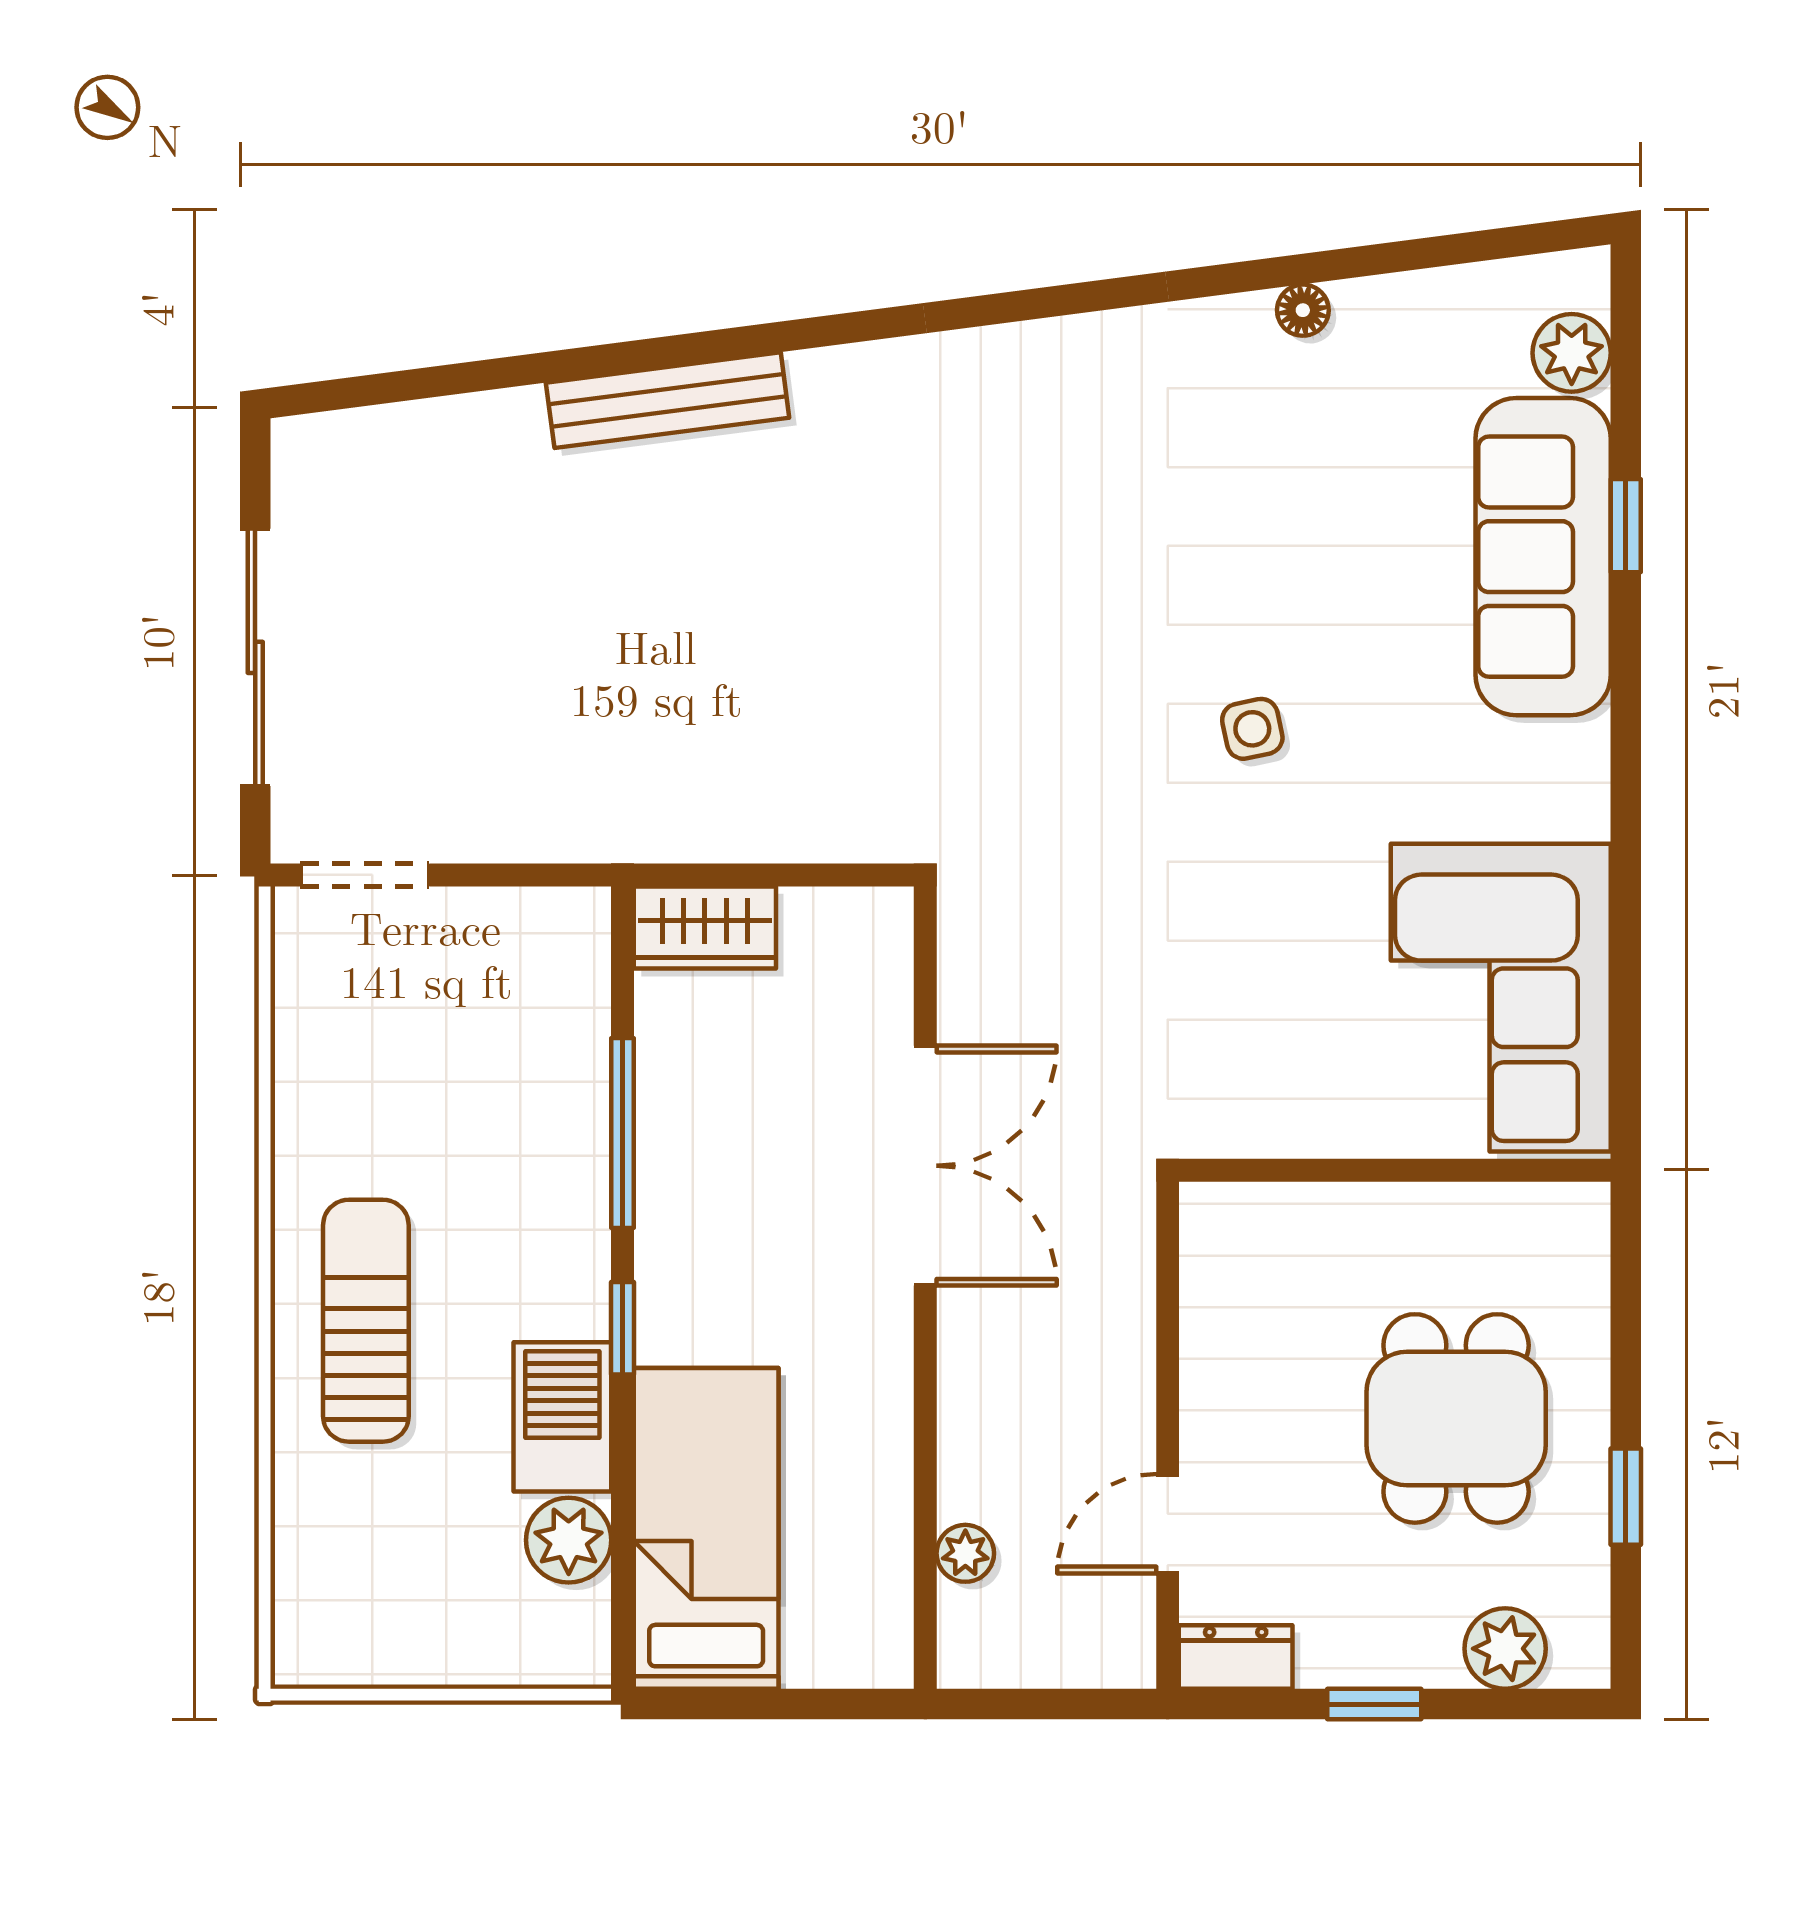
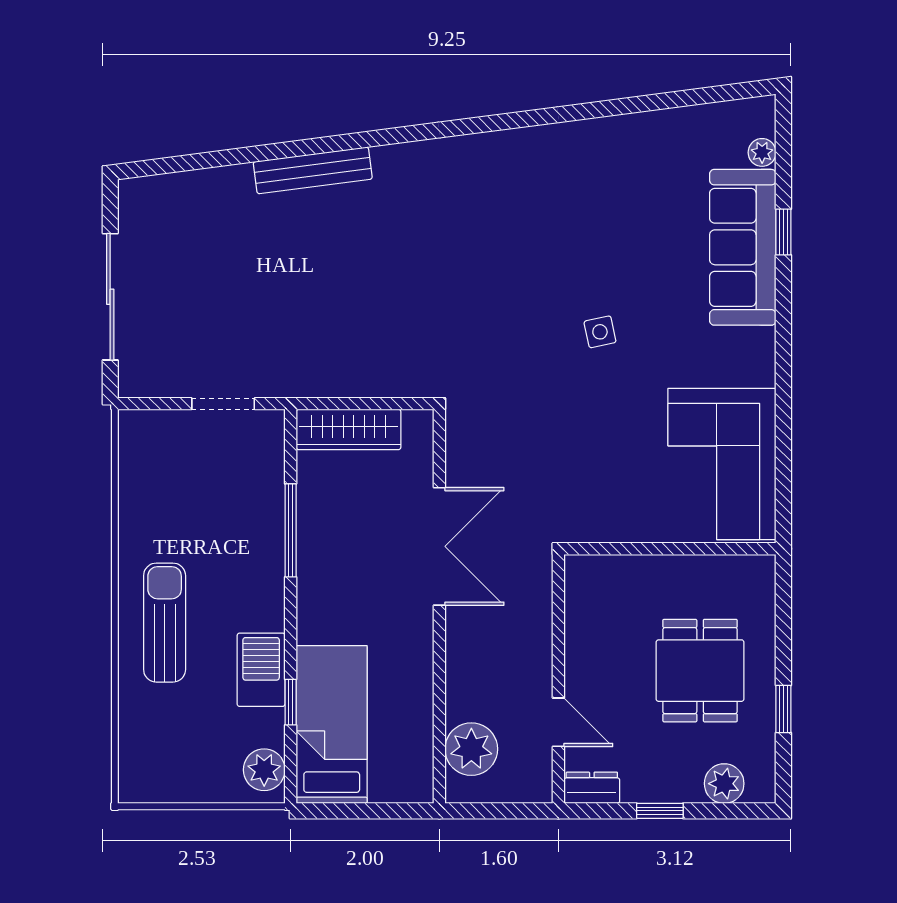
floor lamp: (1303, 310) -> (625, 126), removed
plant: (1572, 353) -> (762, 152), width x0.73, depth x0.73
doorway: (365, 875) -> (223, 404), moved
wardrobe: (705, 928) -> (349, 429), width x1.50
window: (622, 1328) -> (291, 702), moved
door: (1168, 1524) -> (558, 722), swing flipped
plant: (569, 1540) -> (264, 770), moved
plant: (965, 1553) -> (471, 749), width x1.87, depth x1.87

